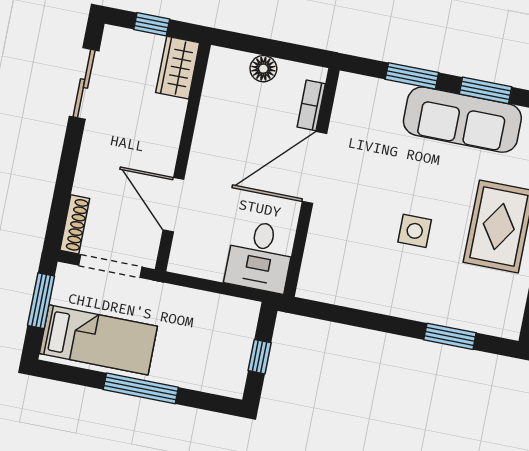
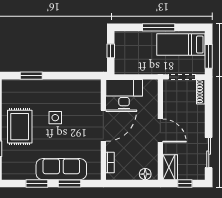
floor lamp: (263, 69) -> (145, 174), moved
sofa: (462, 120) -> (61, 169), moved
door: (315, 167) -> (103, 126), moved
door: (173, 205) -> (160, 131), moved
desk: (260, 256) -> (124, 94), width x1.37

